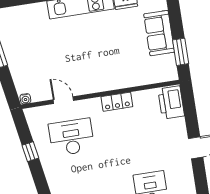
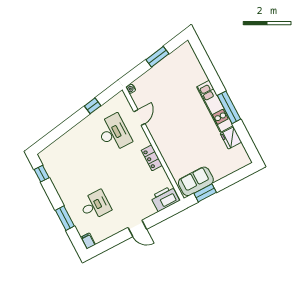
sofa: (159, 33) -> (196, 181), moved

